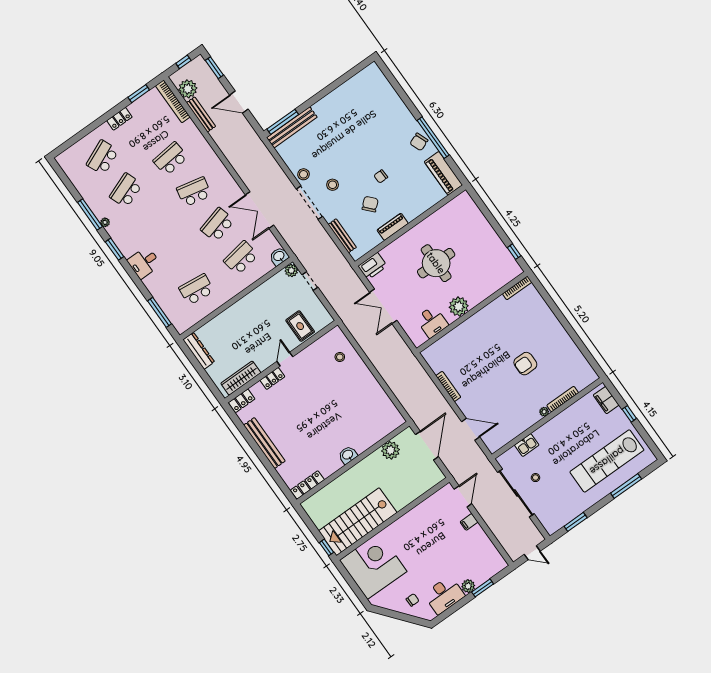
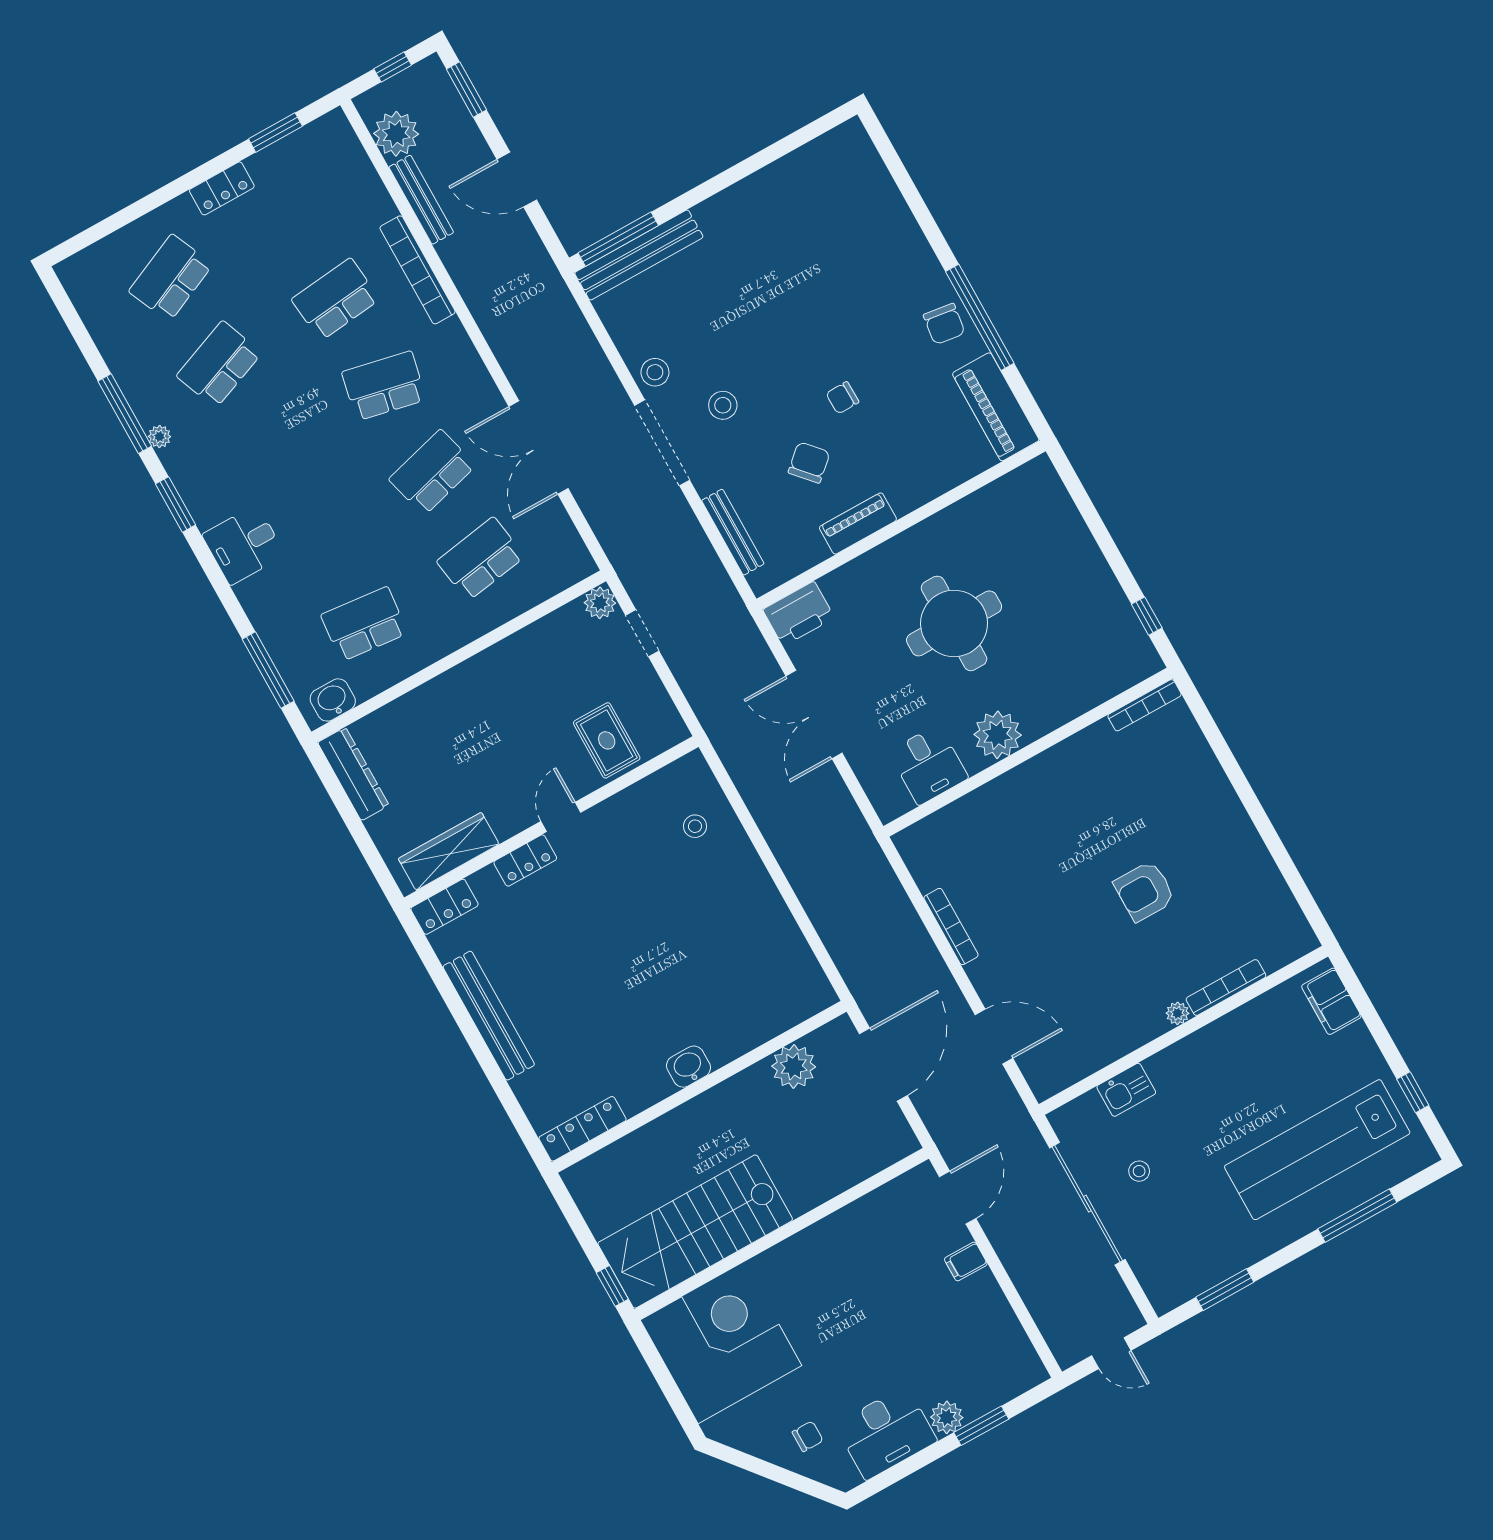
bookcase: (173, 101) -> (418, 270), moved
chair: (419, 142) -> (944, 324), turned -61
washbasin: (279, 256) -> (333, 700), moved
window: (629, 414) -> (1413, 1092), moved

